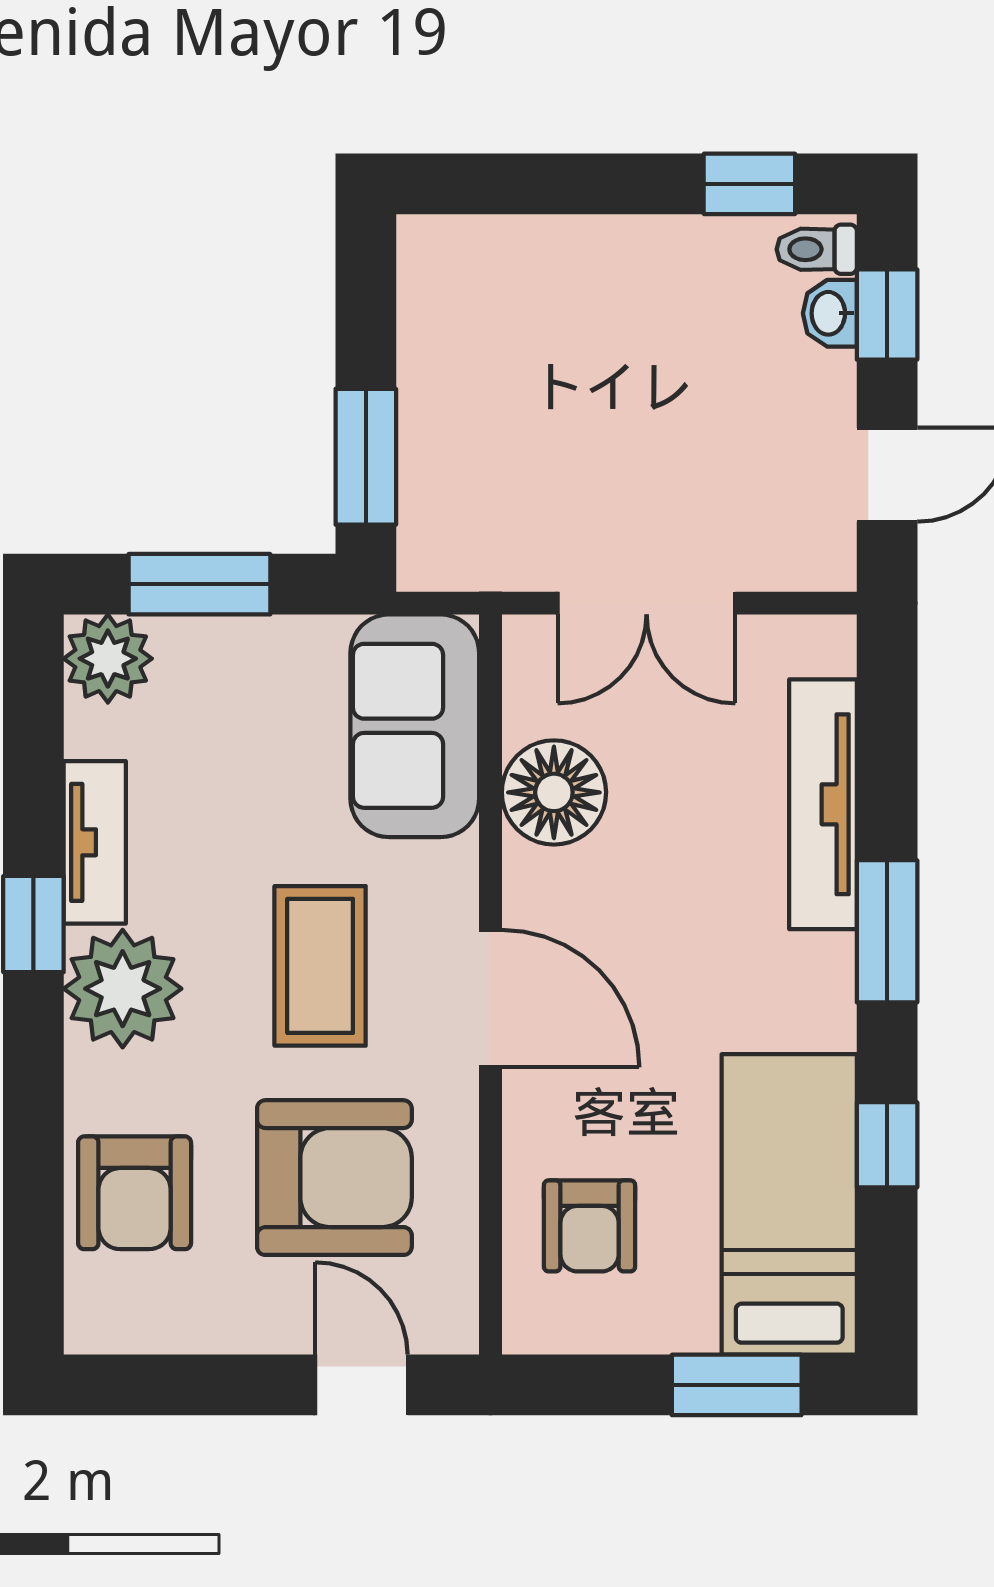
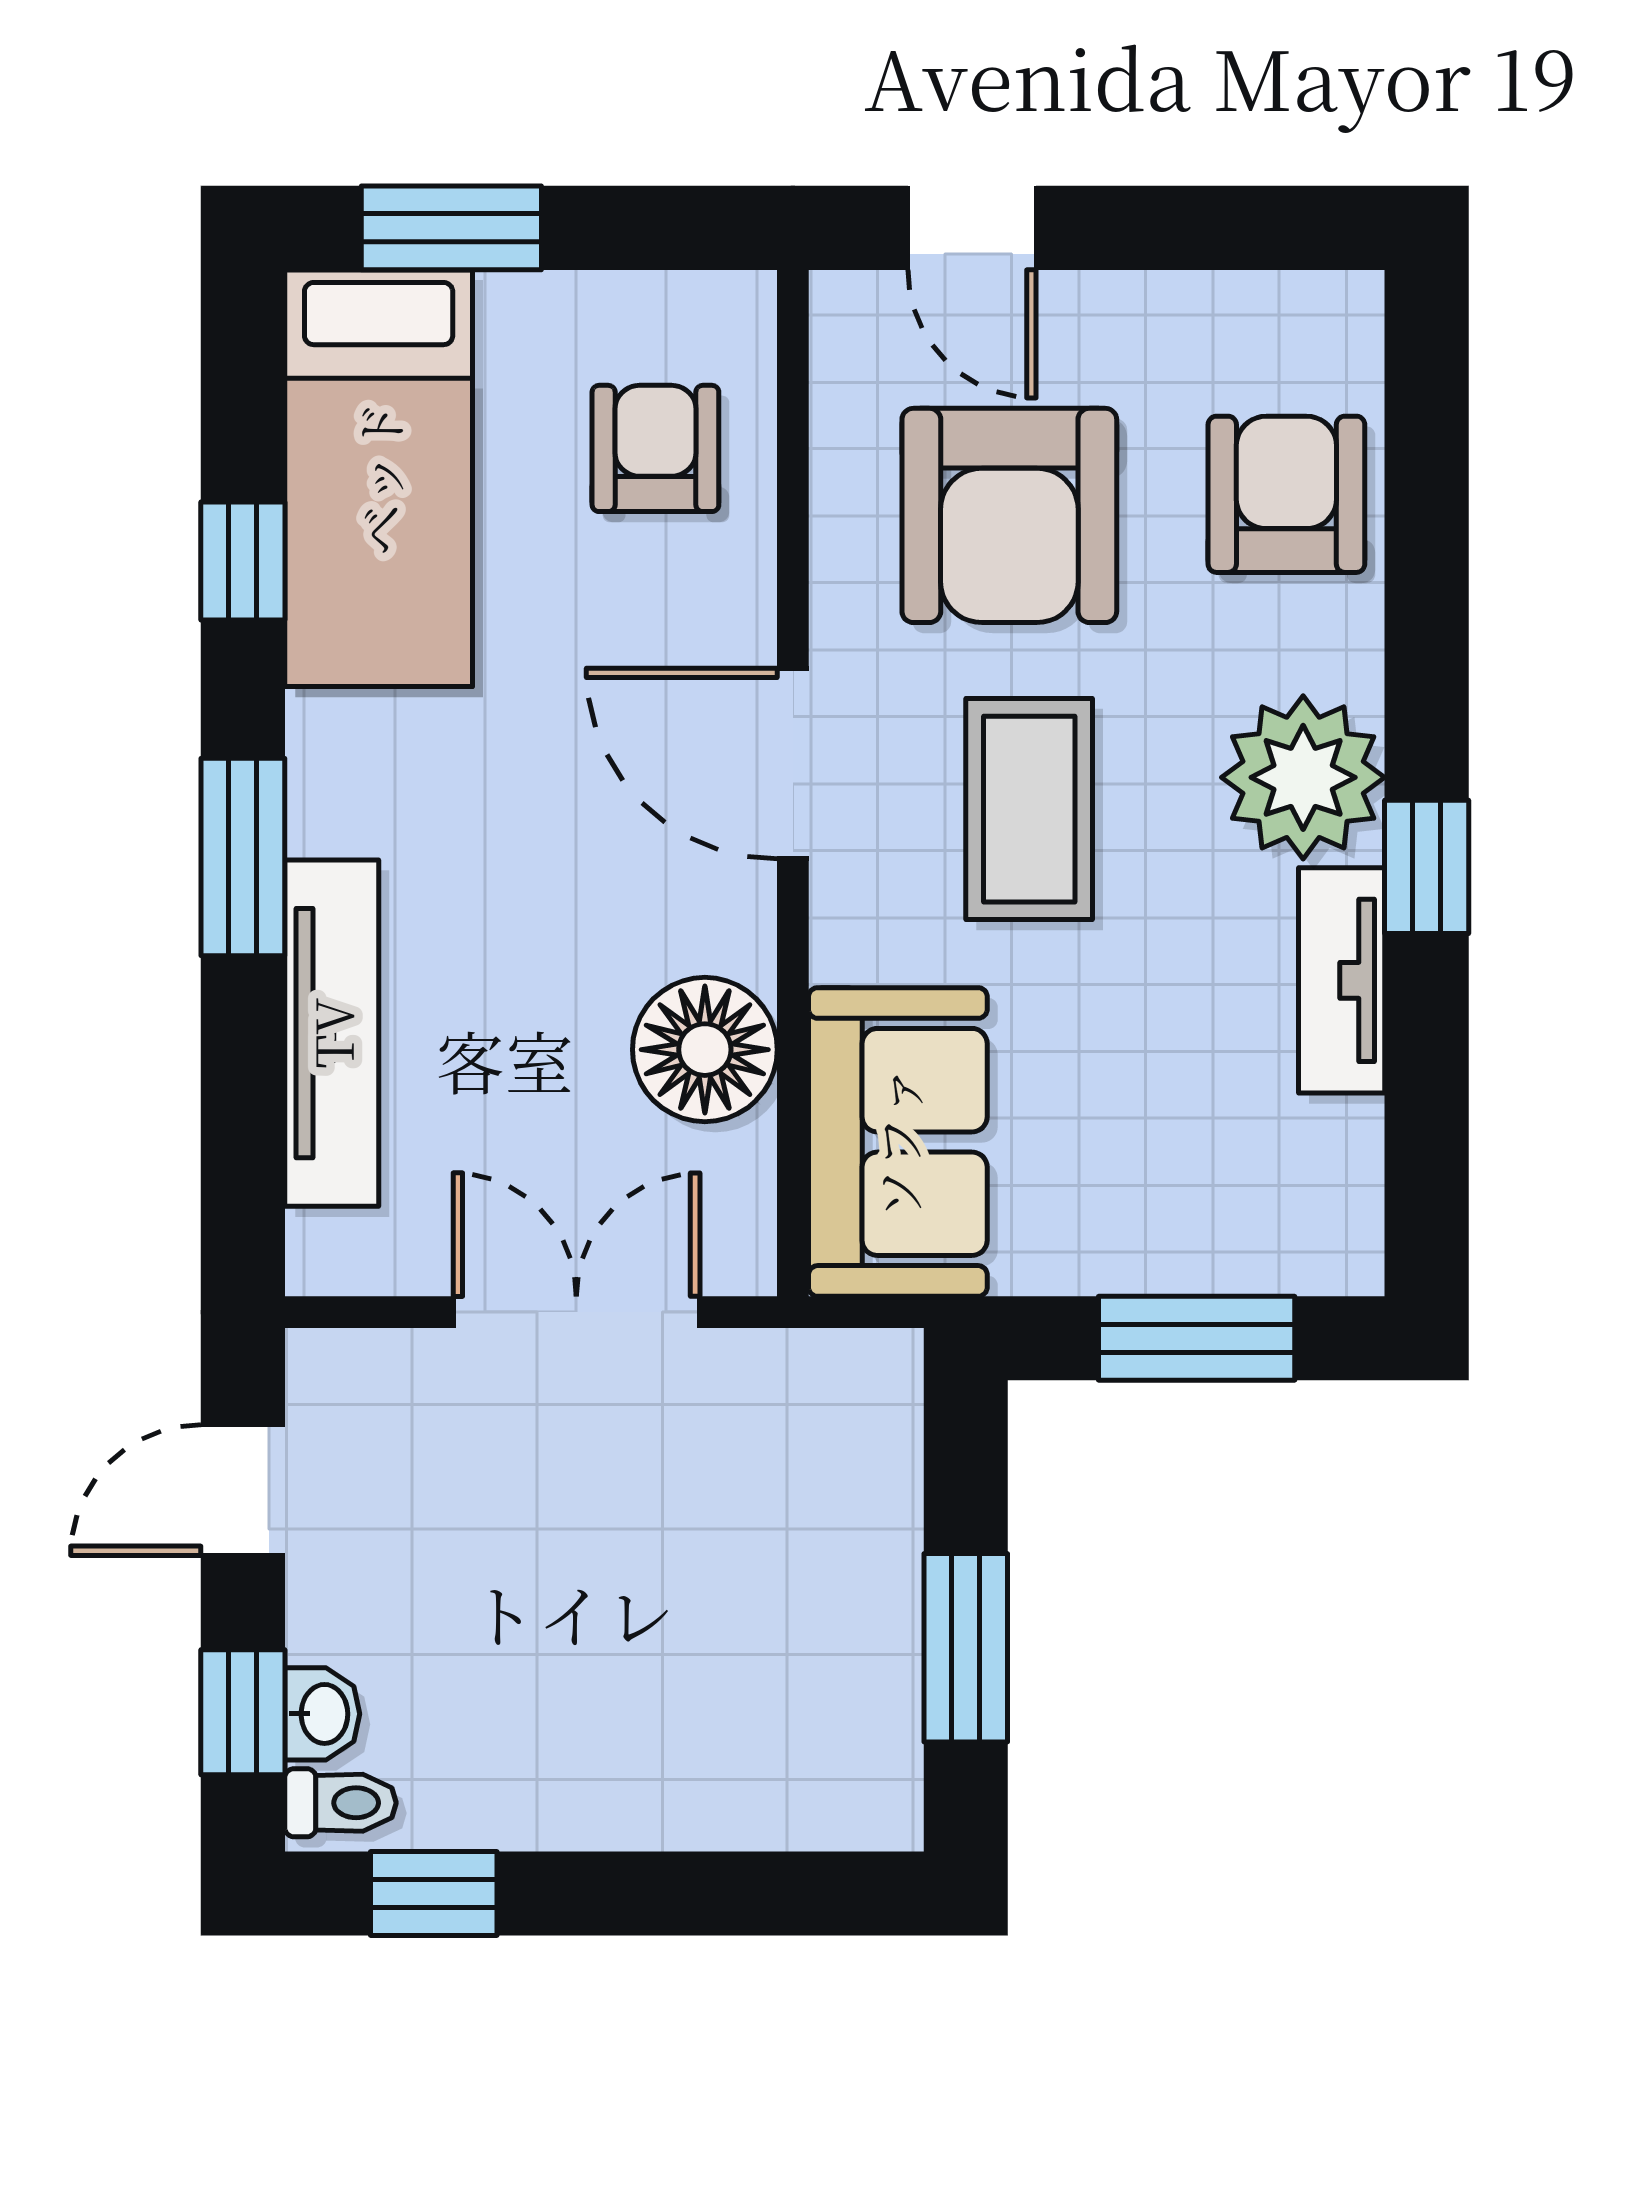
window: (366, 457) -> (966, 1648), moved
plant: (108, 659) -> (1324, 1235), removed
armchair: (334, 1178) -> (1009, 515), turned -90

